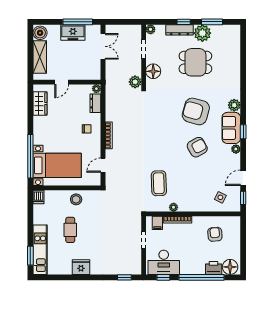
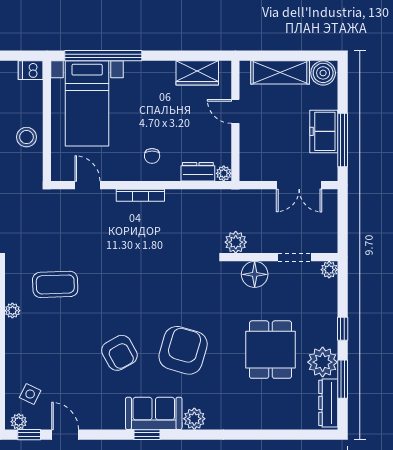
dresser: (180, 30) -> (328, 403), moved
plant: (236, 149) -> (19, 422), moved

